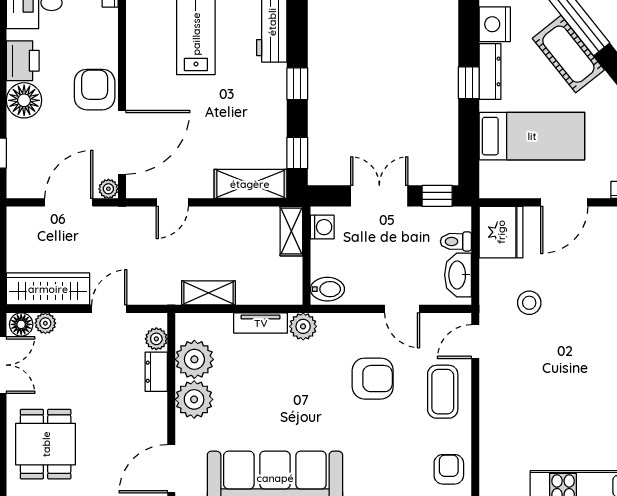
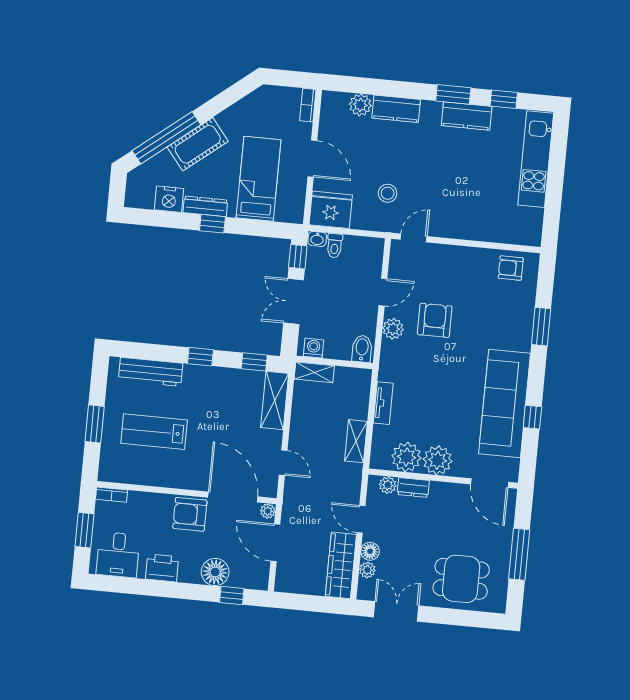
floor lamp: (24, 100) -> (215, 572), moved
washbasin: (458, 275) -> (317, 239), moved, width x0.52, depth x0.69
floor lamp: (21, 324) -> (370, 551), moved
plant: (303, 326) -> (393, 329), moved
door: (475, 342) -> (414, 238), swing flipped
coffee table: (443, 392) -> (450, 267), removed

